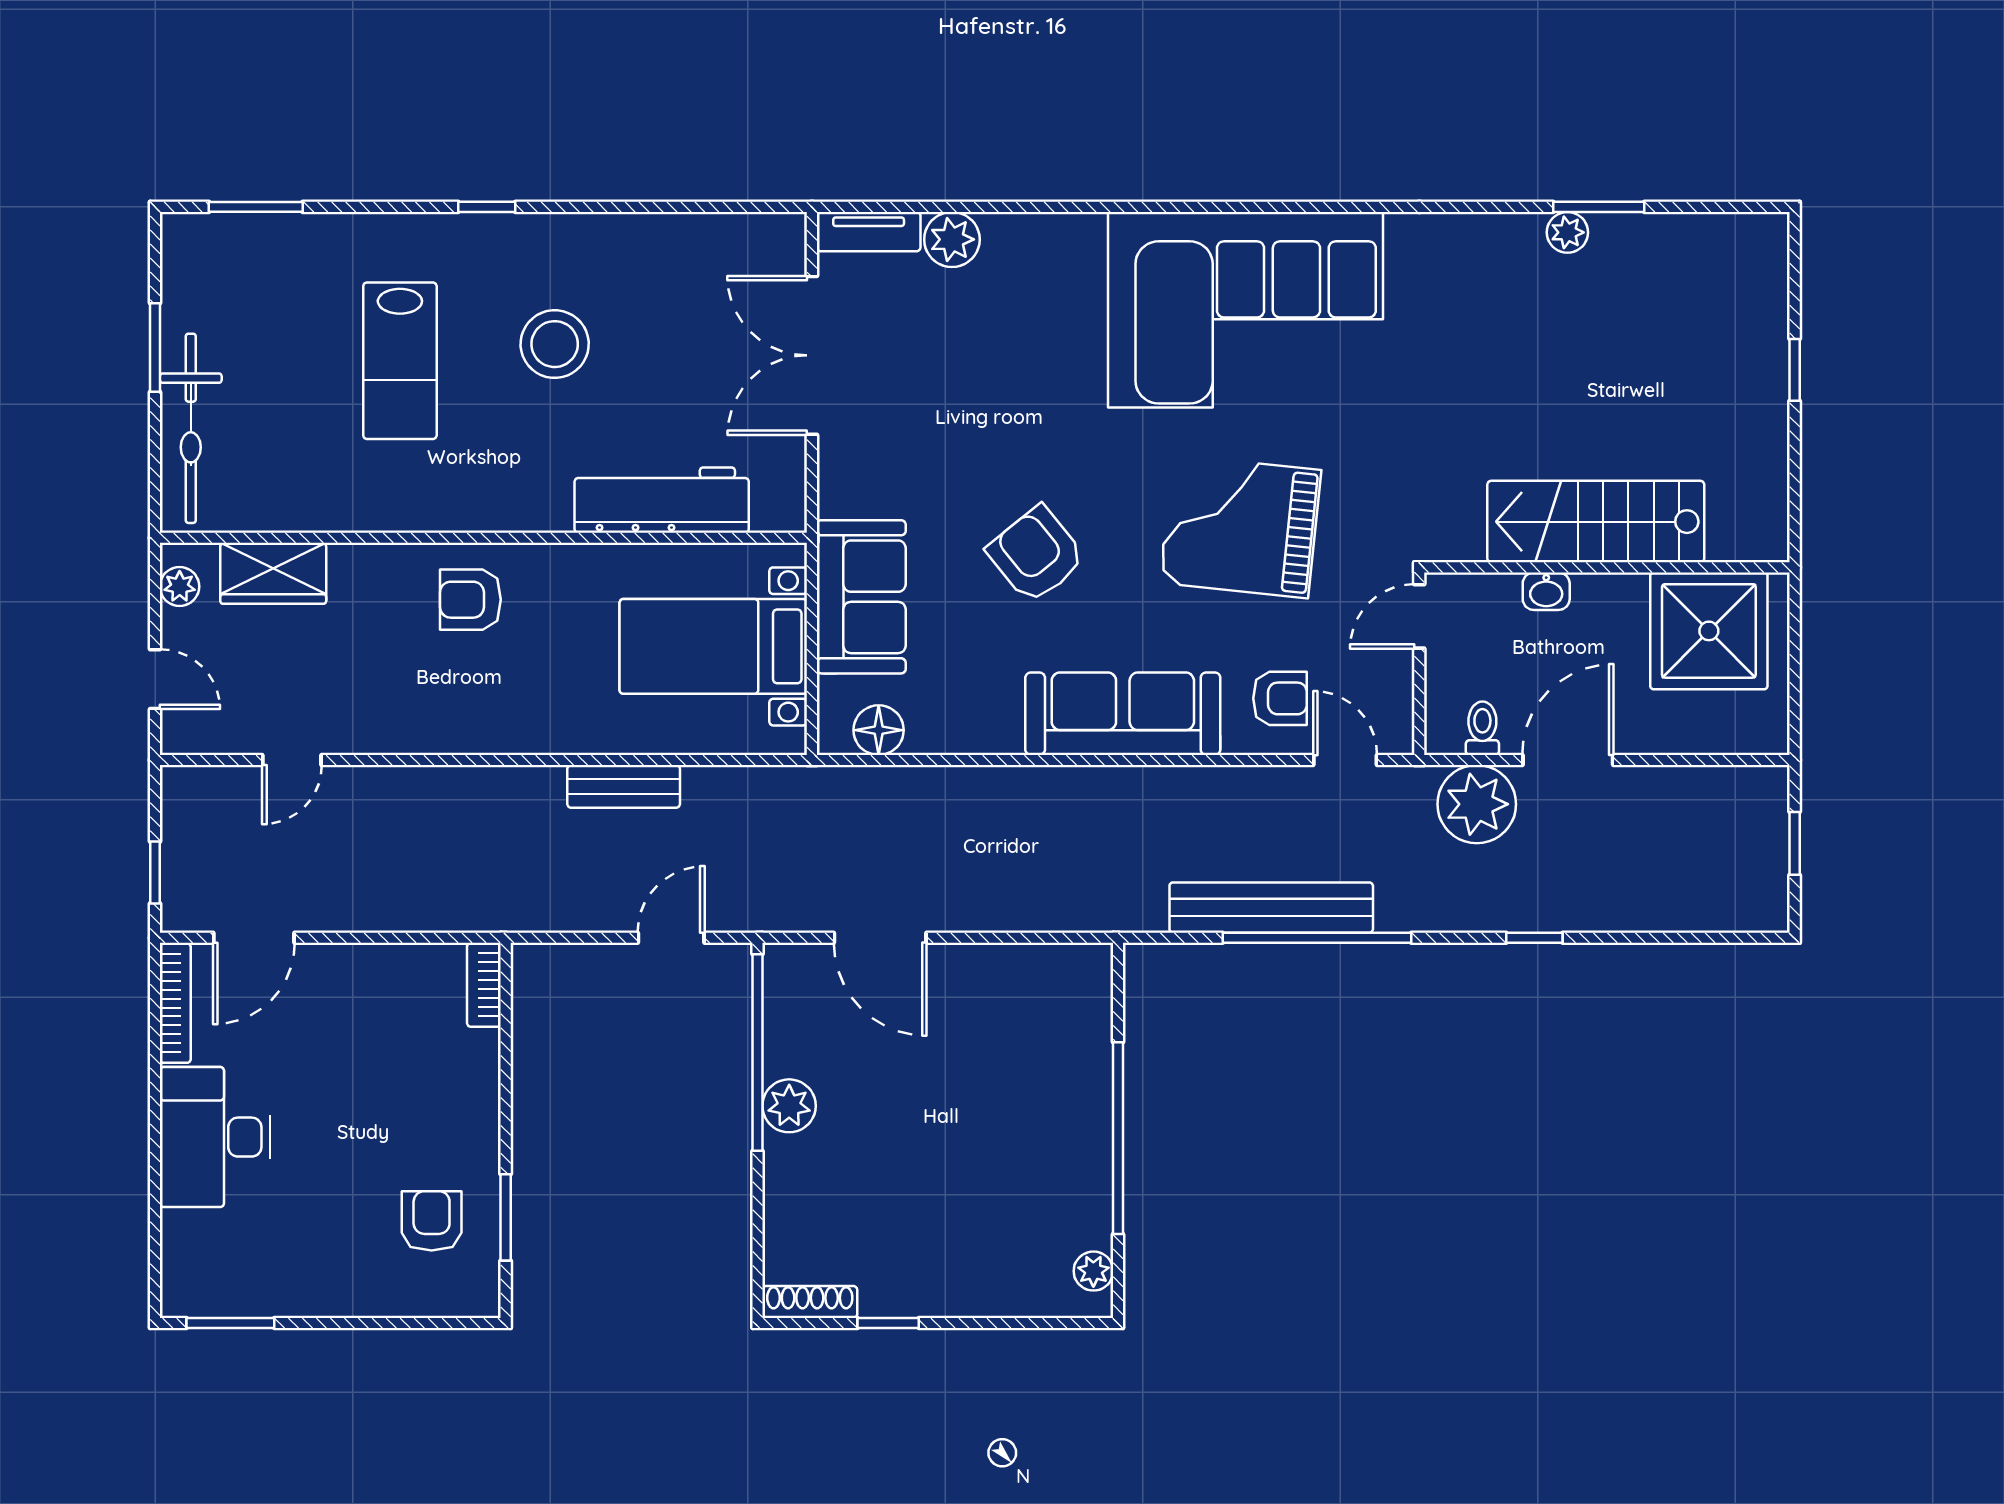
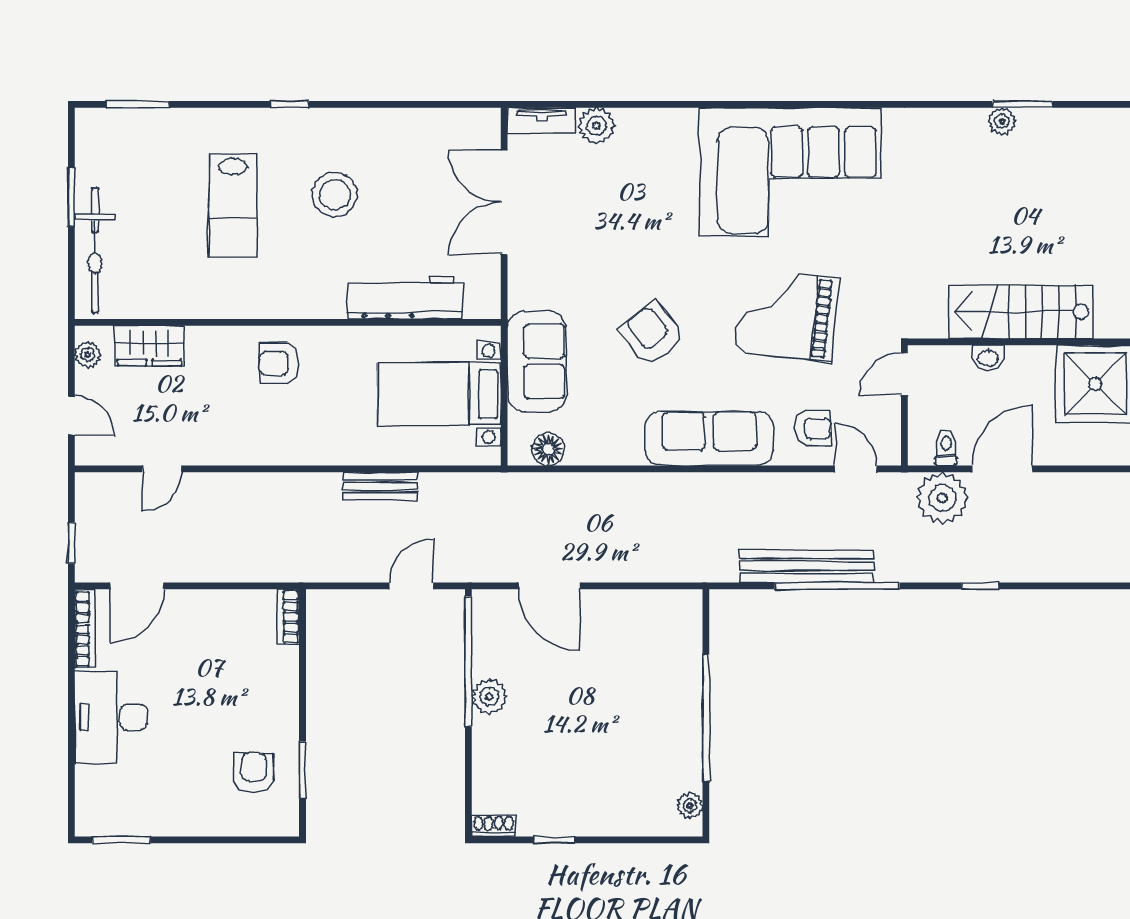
shoe rack: (810, 1302) -> (494, 826), width x0.70

